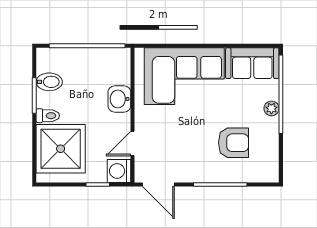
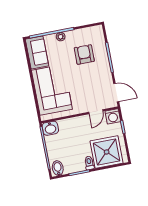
bidet: (49, 82) -> (58, 168), moved
washbasin: (119, 99) -> (50, 128), moved
door: (133, 144) -> (96, 112), hinge flipped
door: (158, 185) -> (116, 93), hinge flipped

